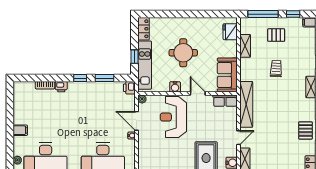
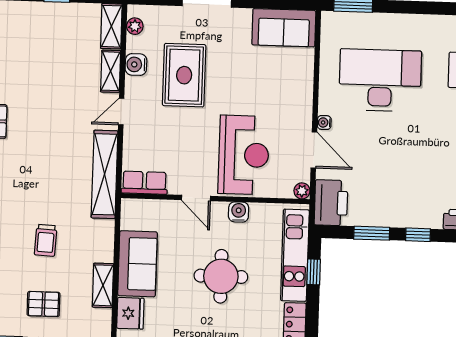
sofa: (227, 75) -> (137, 264), moved
printer: (129, 88) -> (331, 203), width x1.87, depth x1.48

